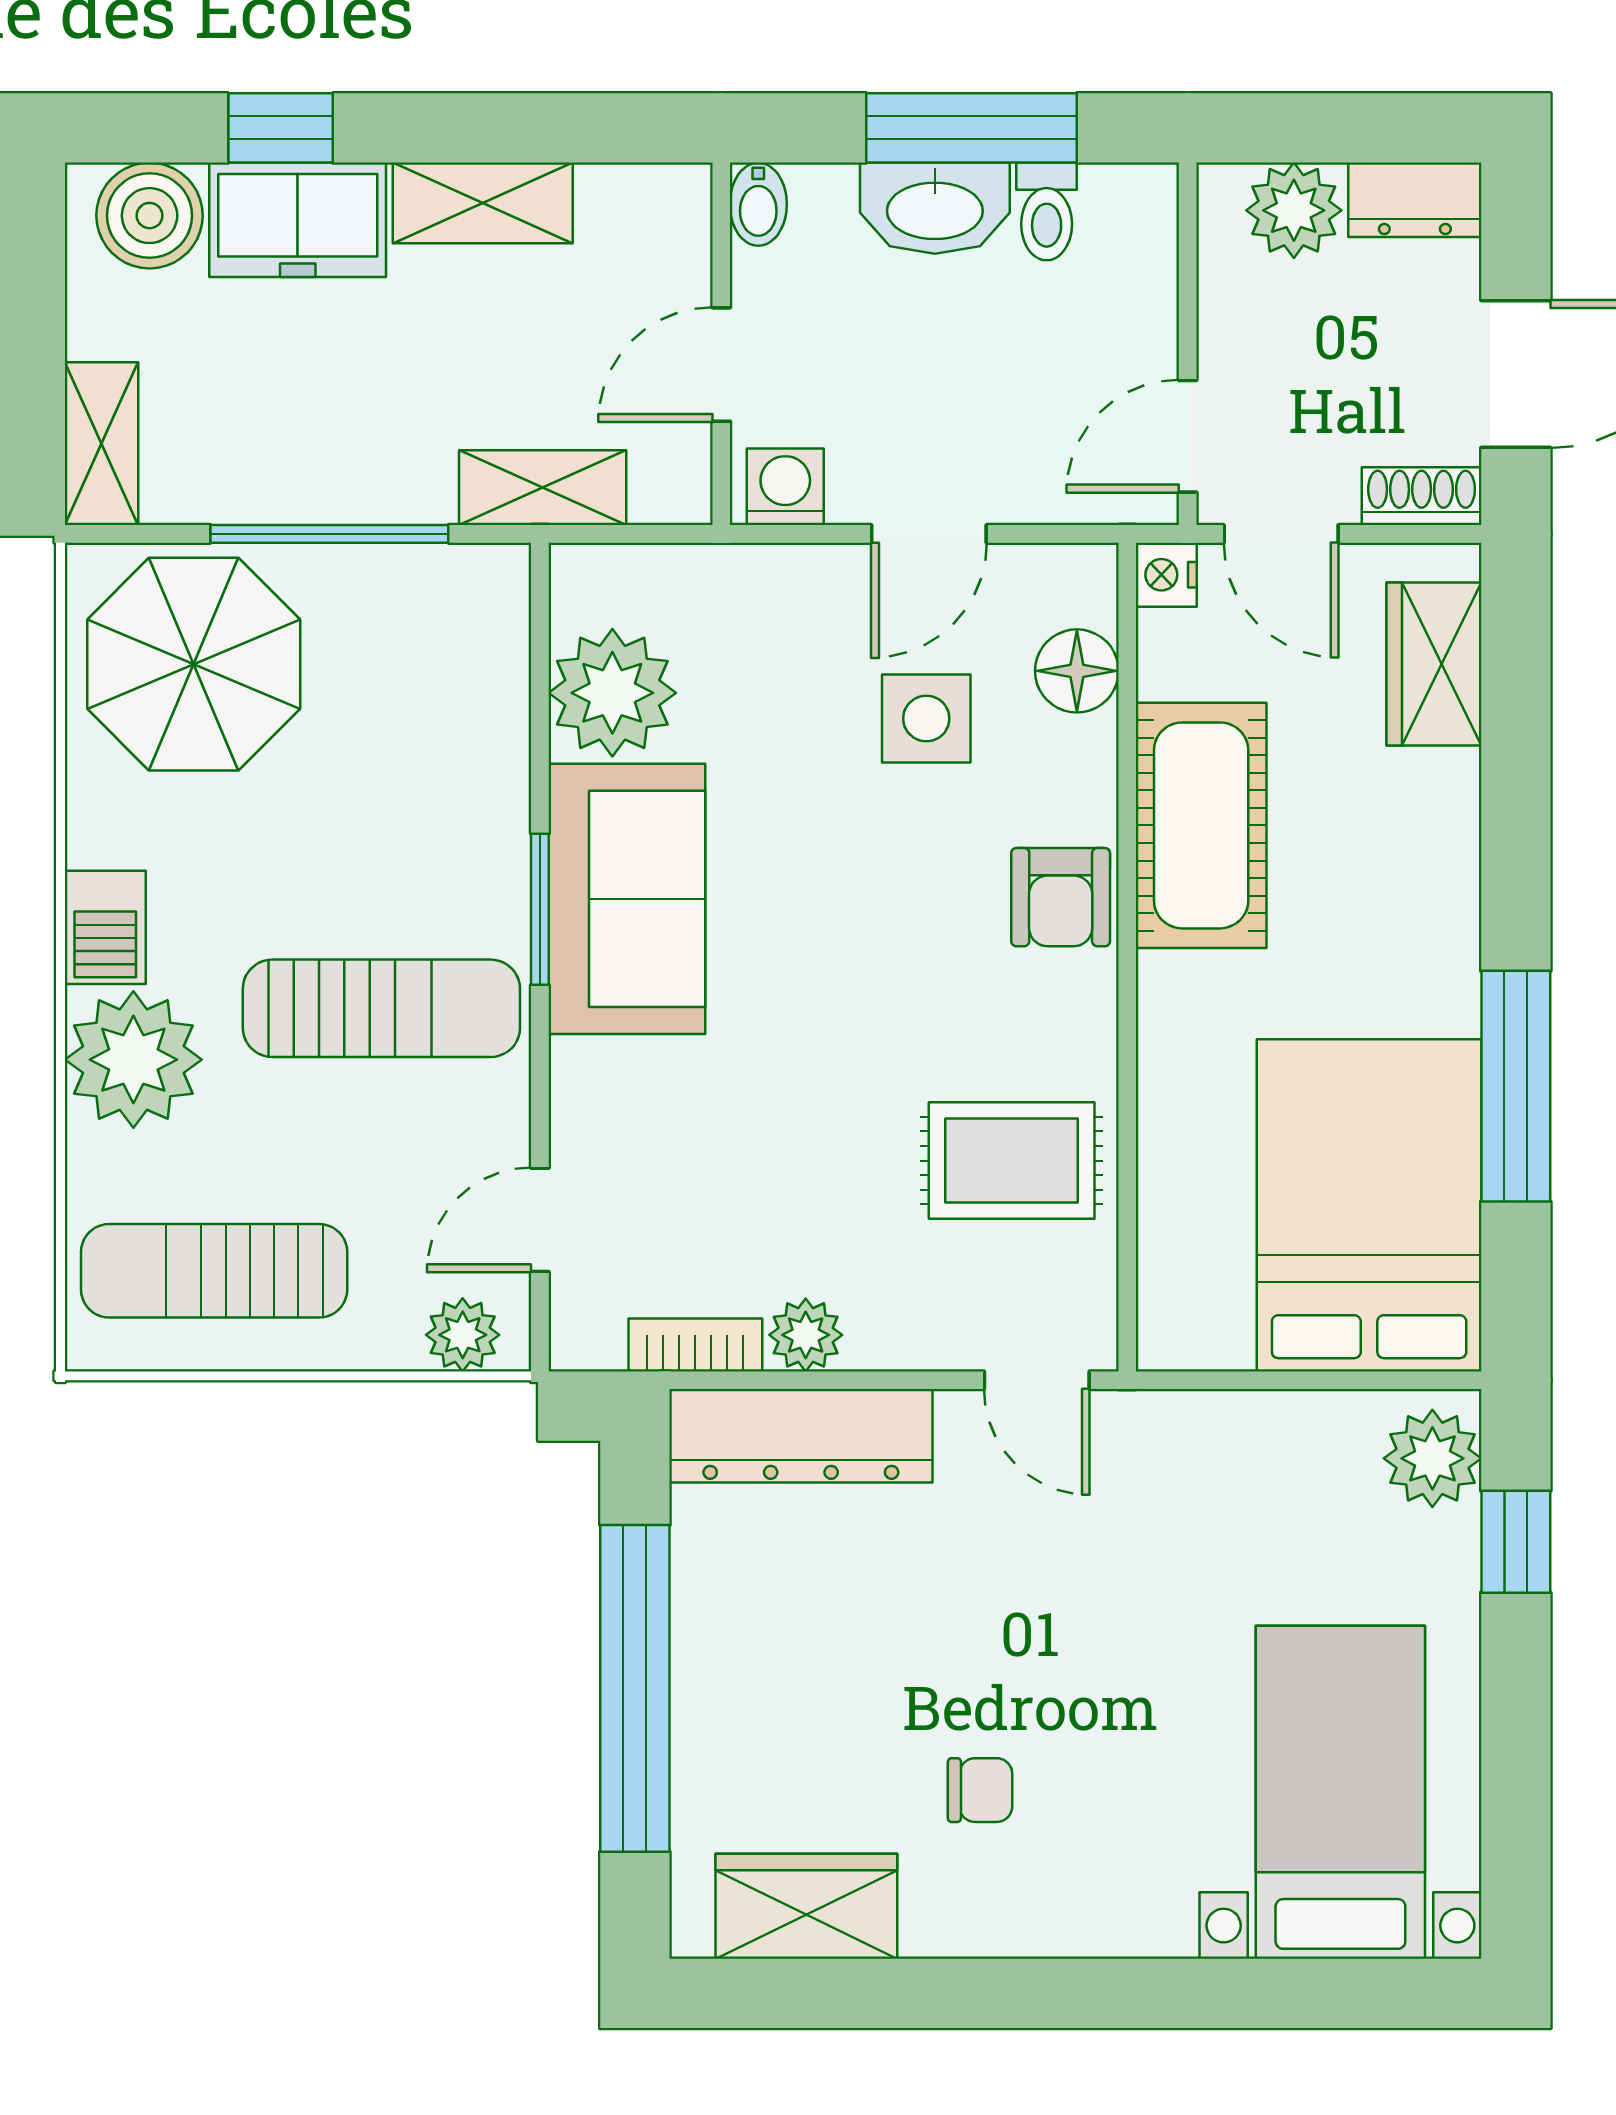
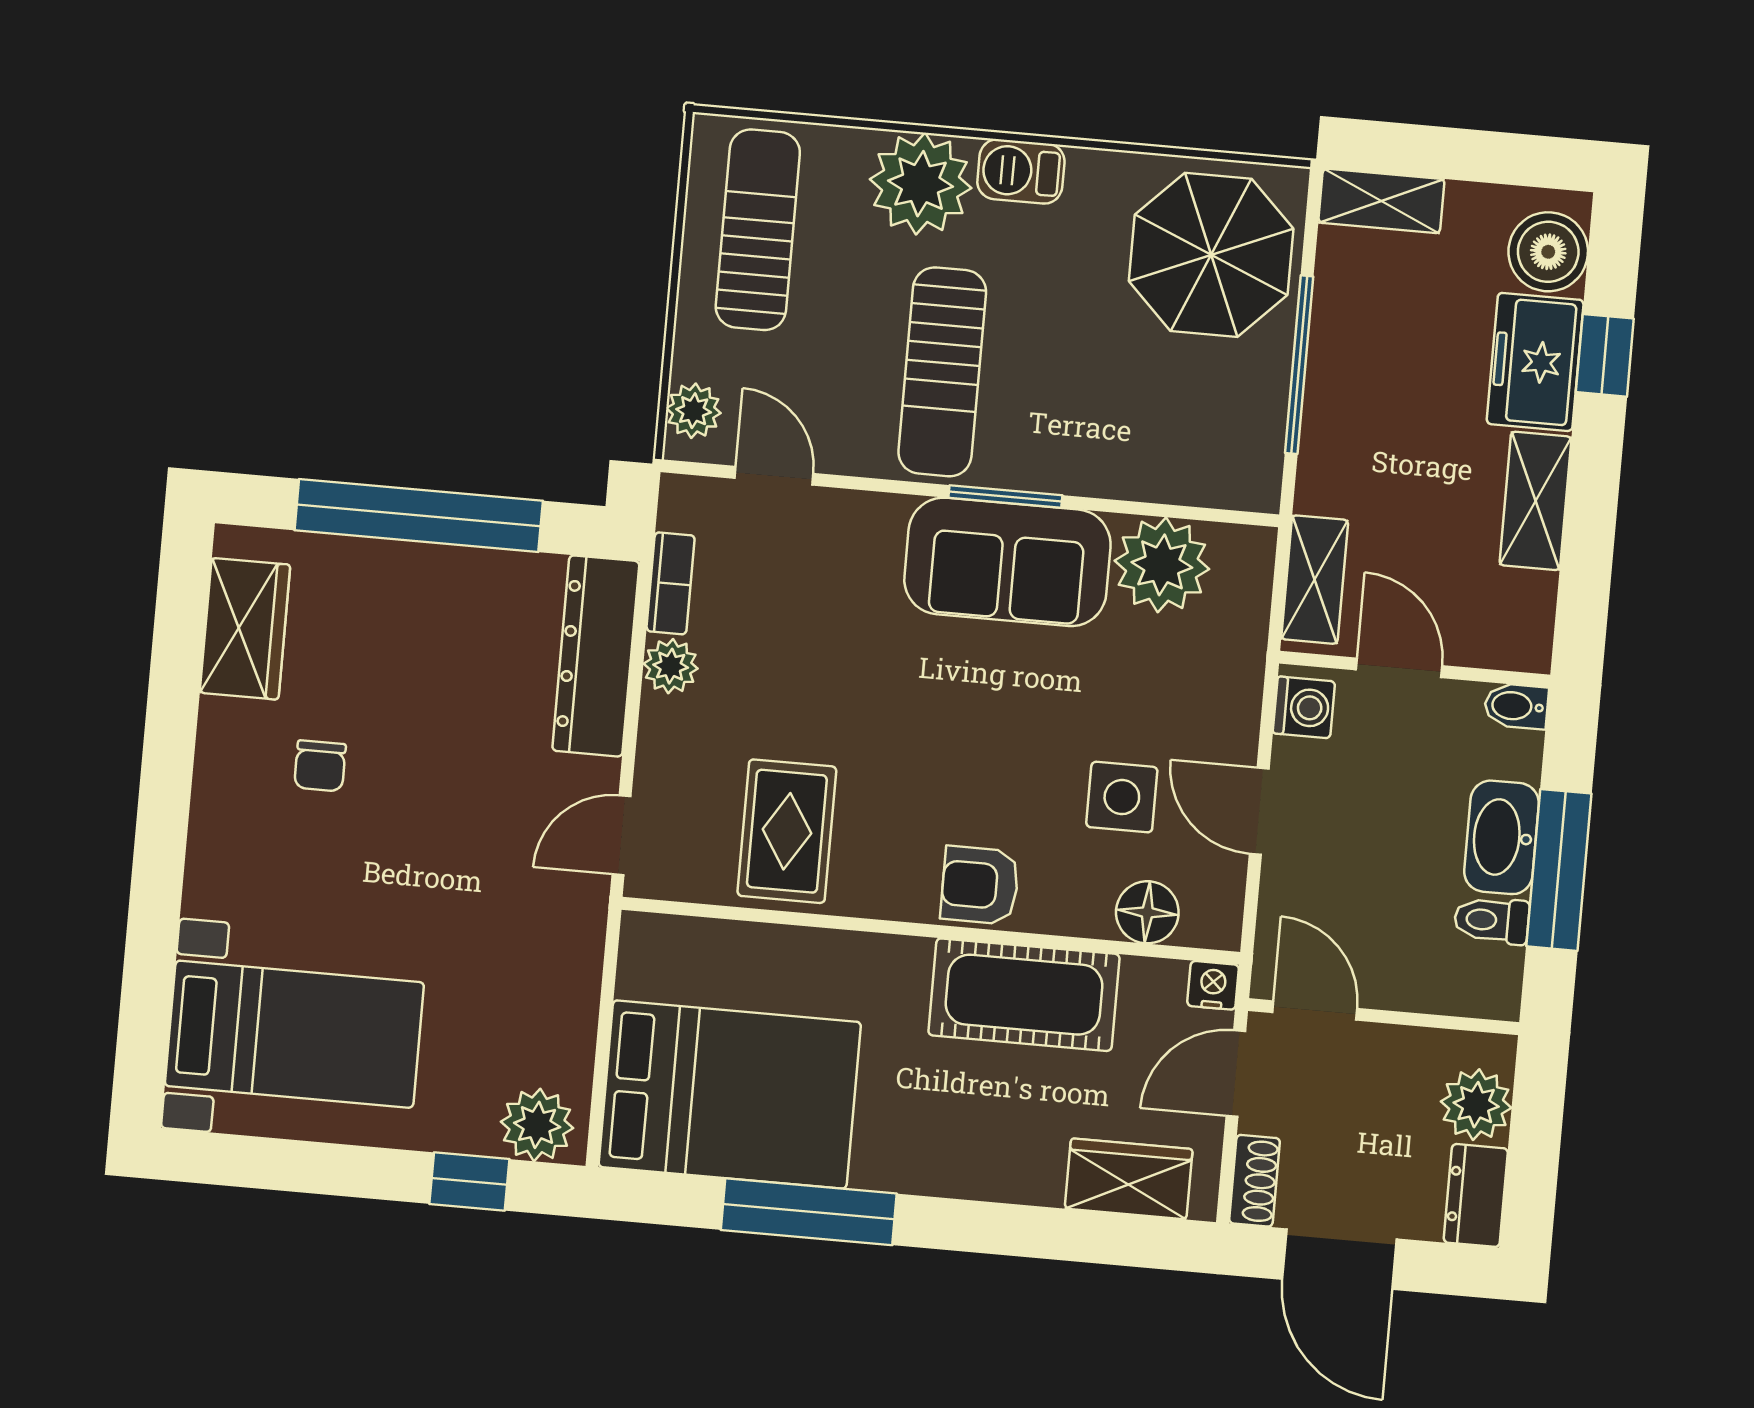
shelving: (543, 488) -> (1315, 580), moved

